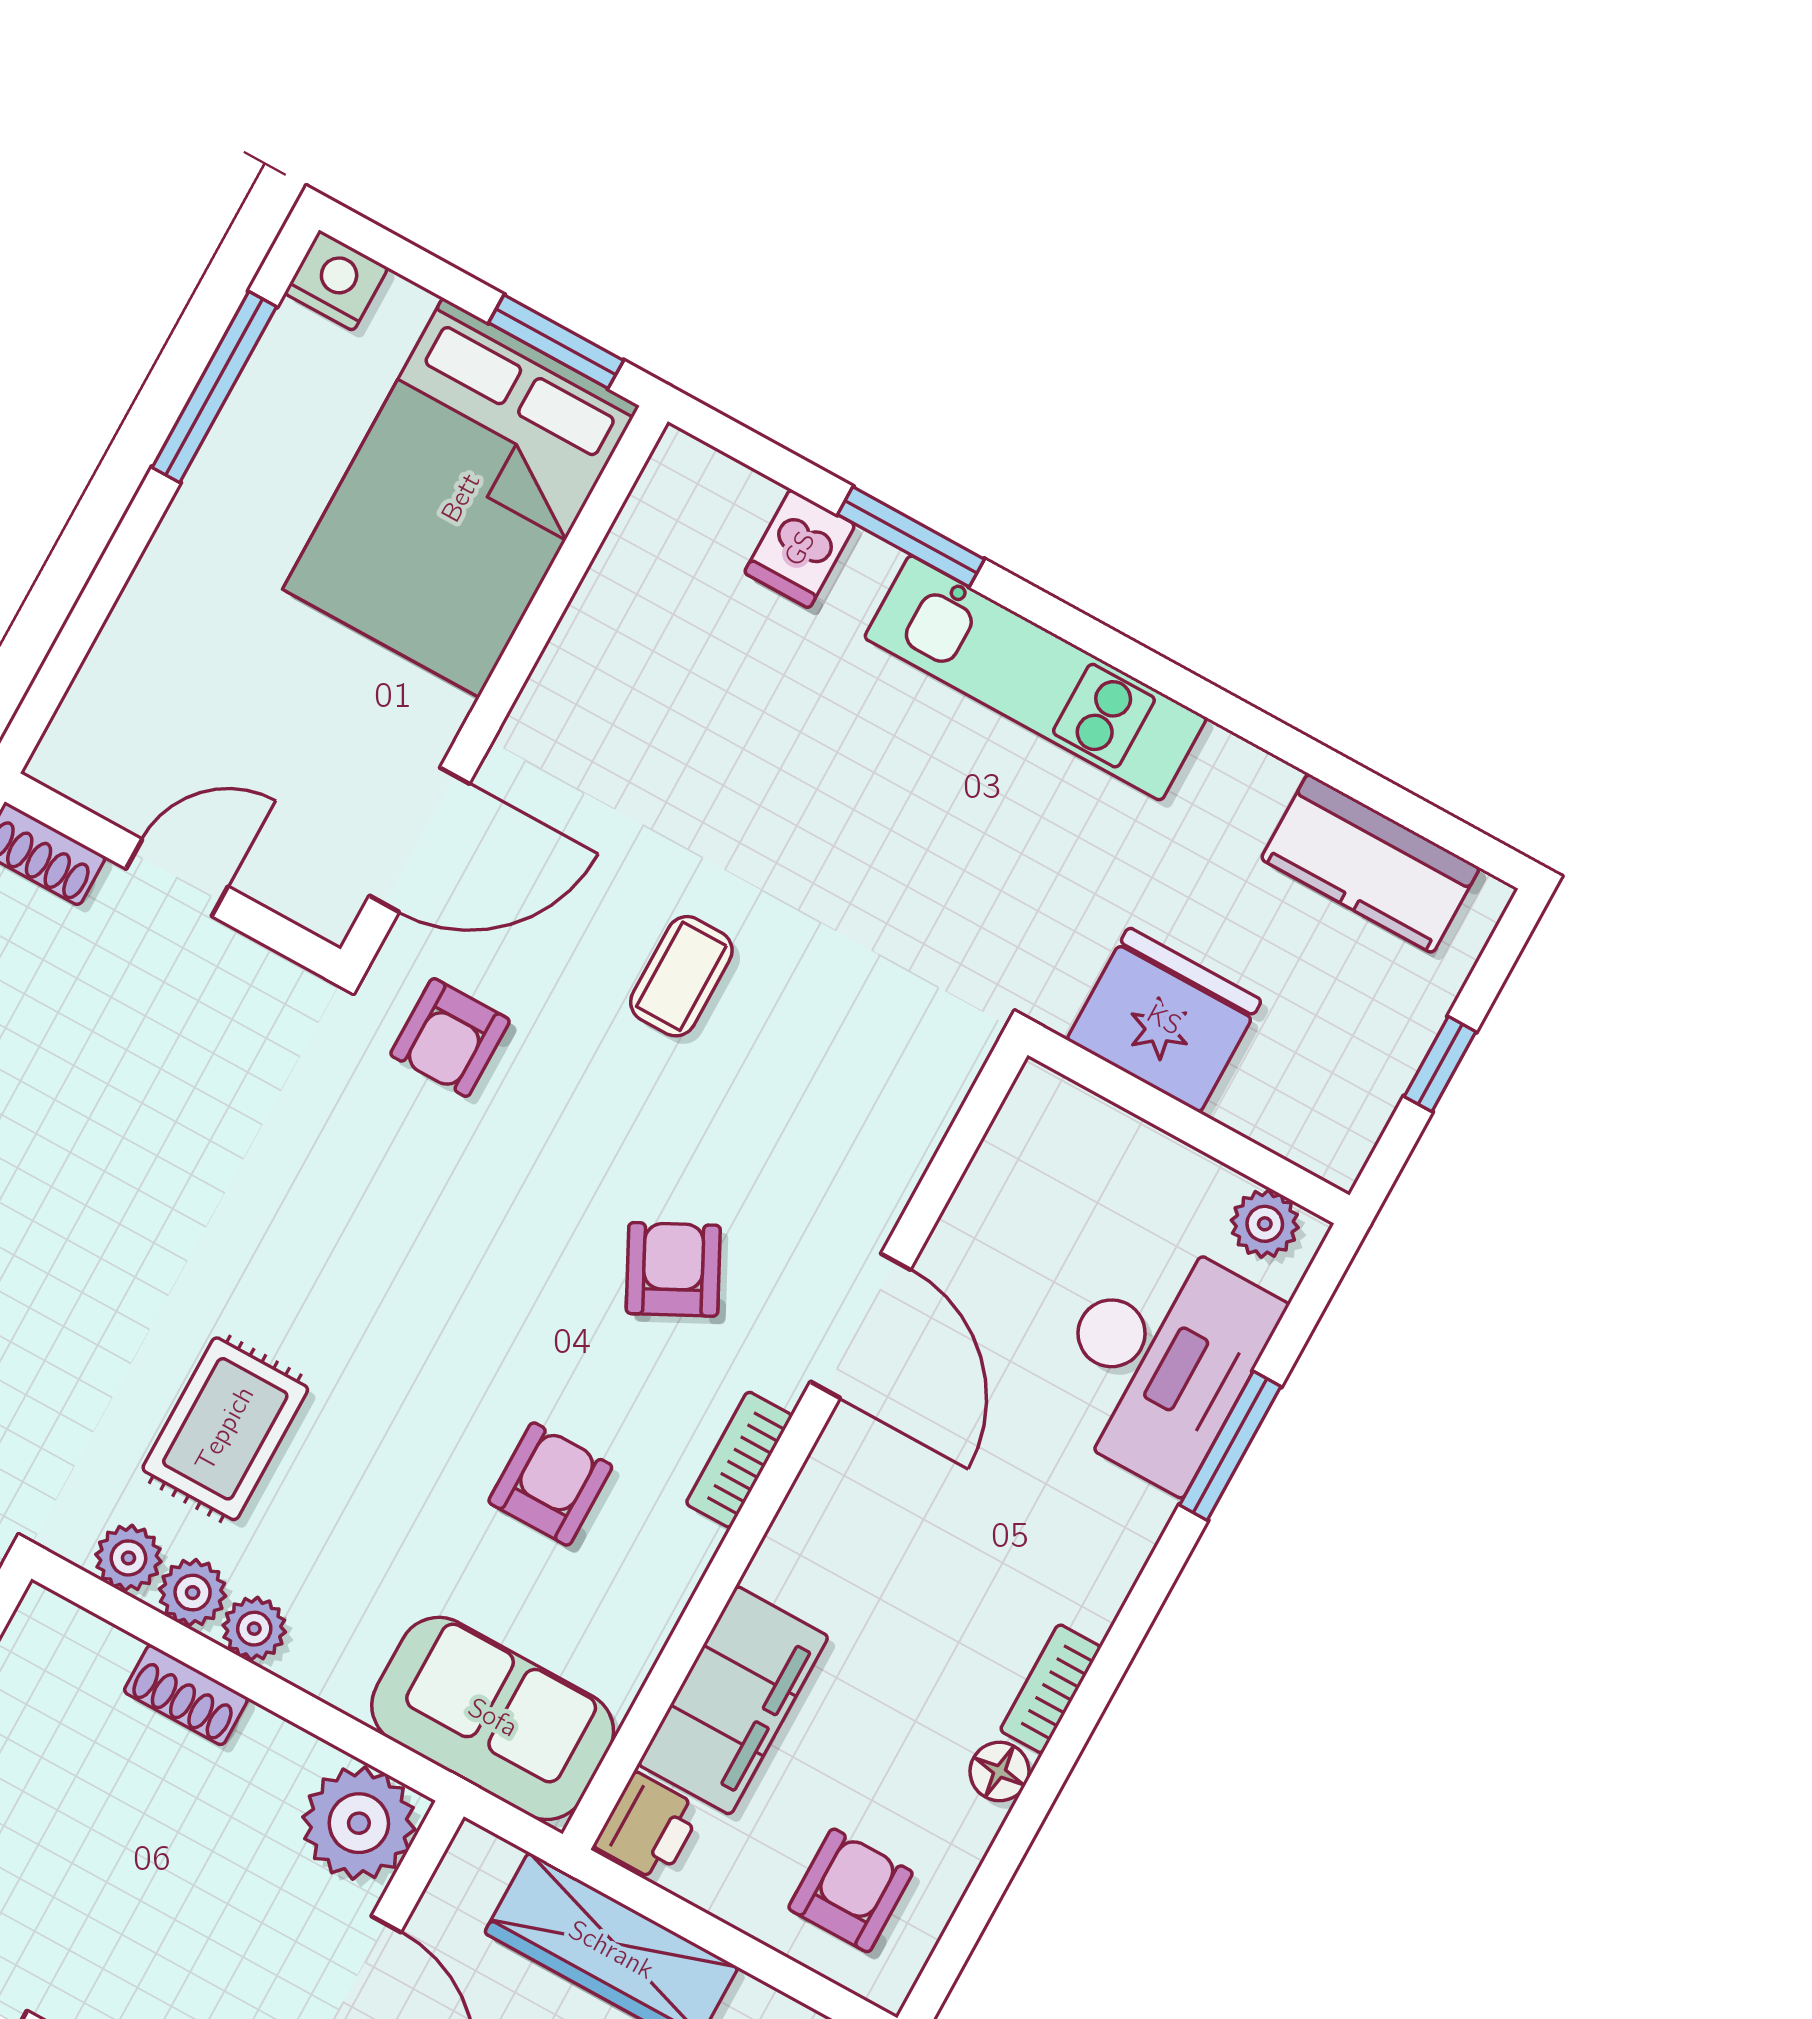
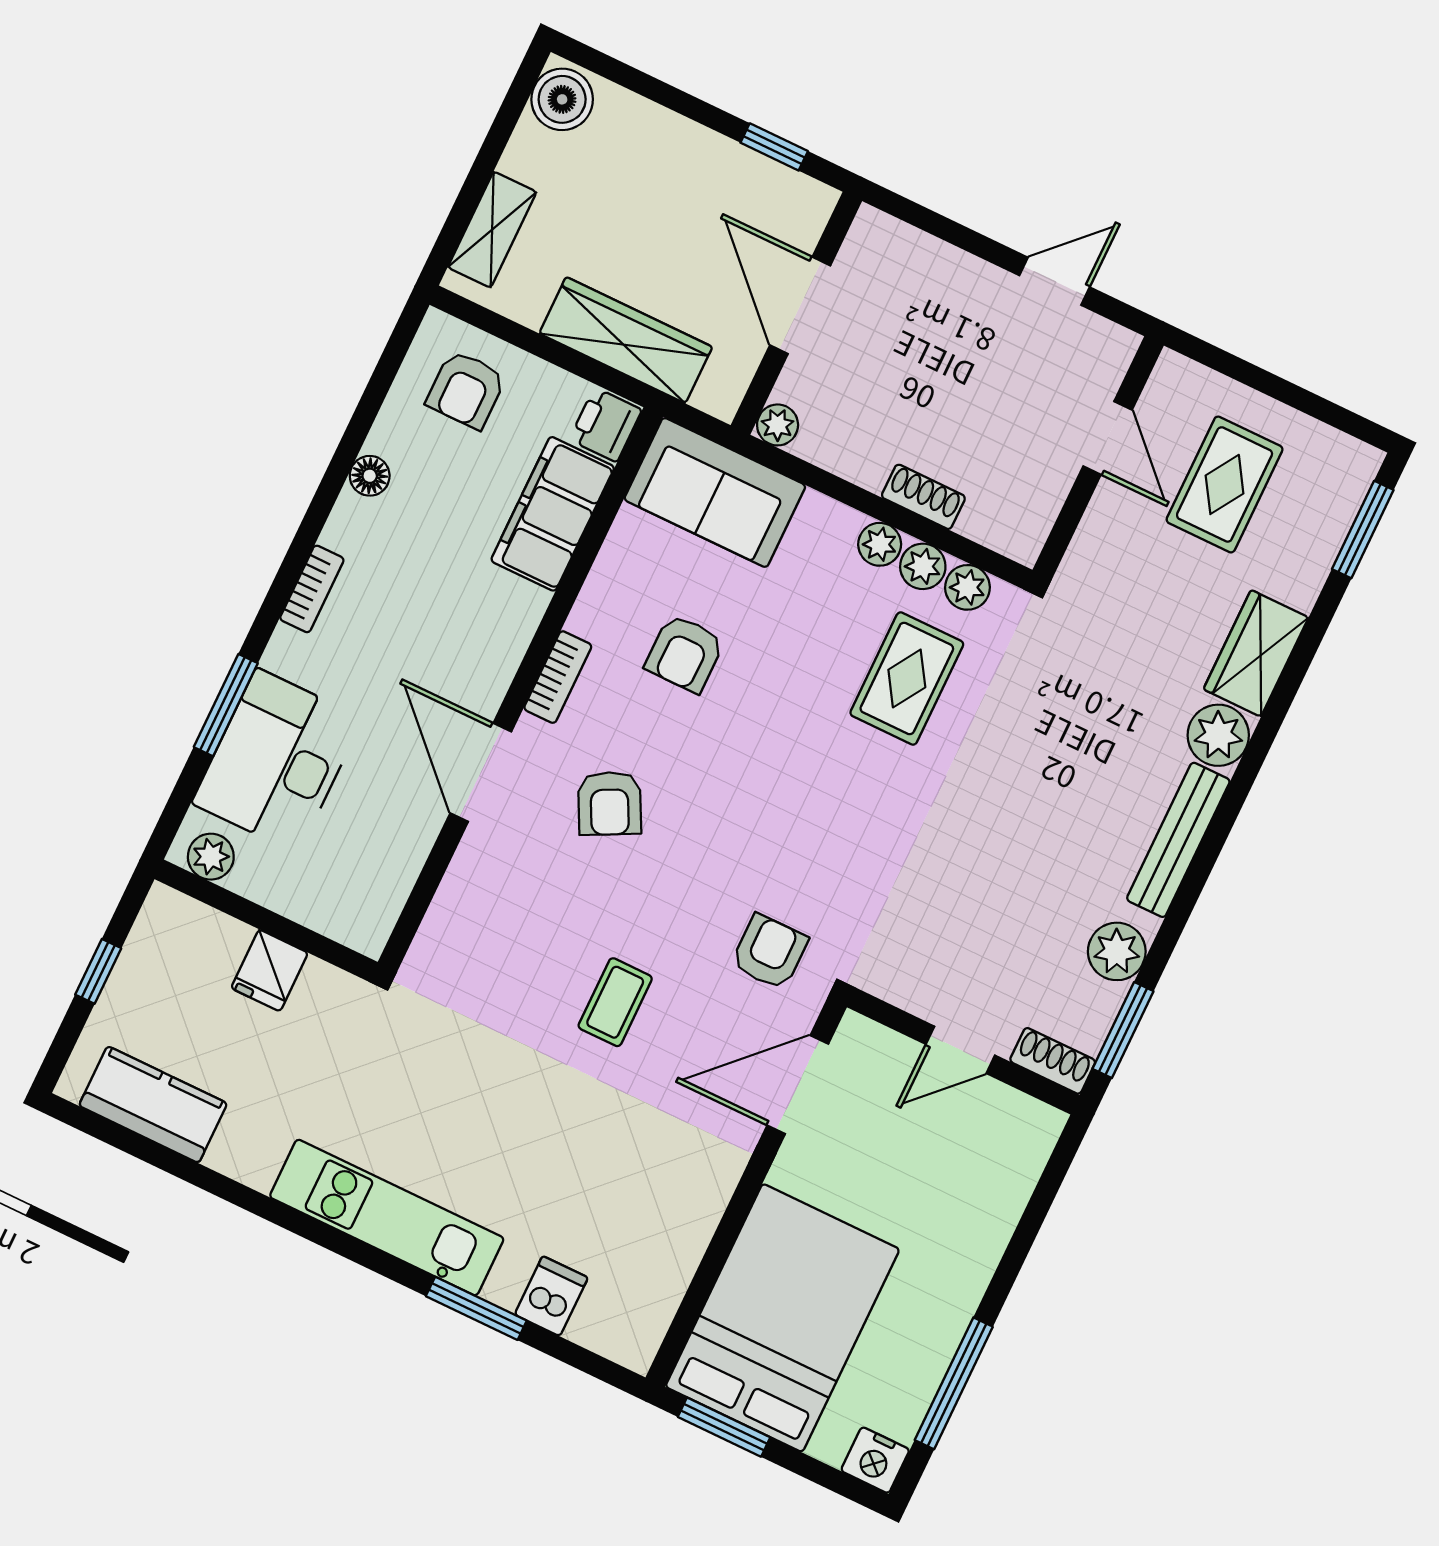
fridge: (1164, 1020) -> (270, 970), width x0.53, depth x0.75
bookcase: (1050, 1689) -> (312, 589), moved
plant: (359, 1823) -> (778, 425), width x0.53, depth x0.53

